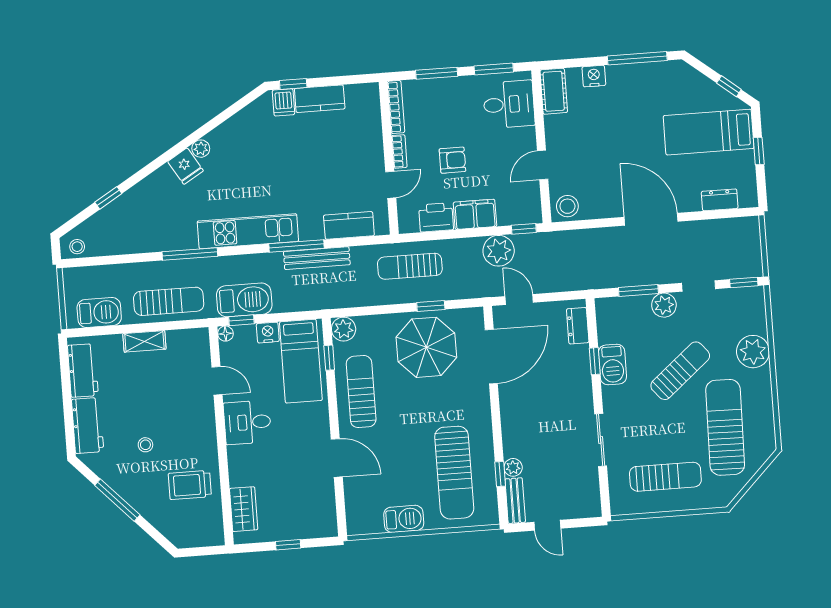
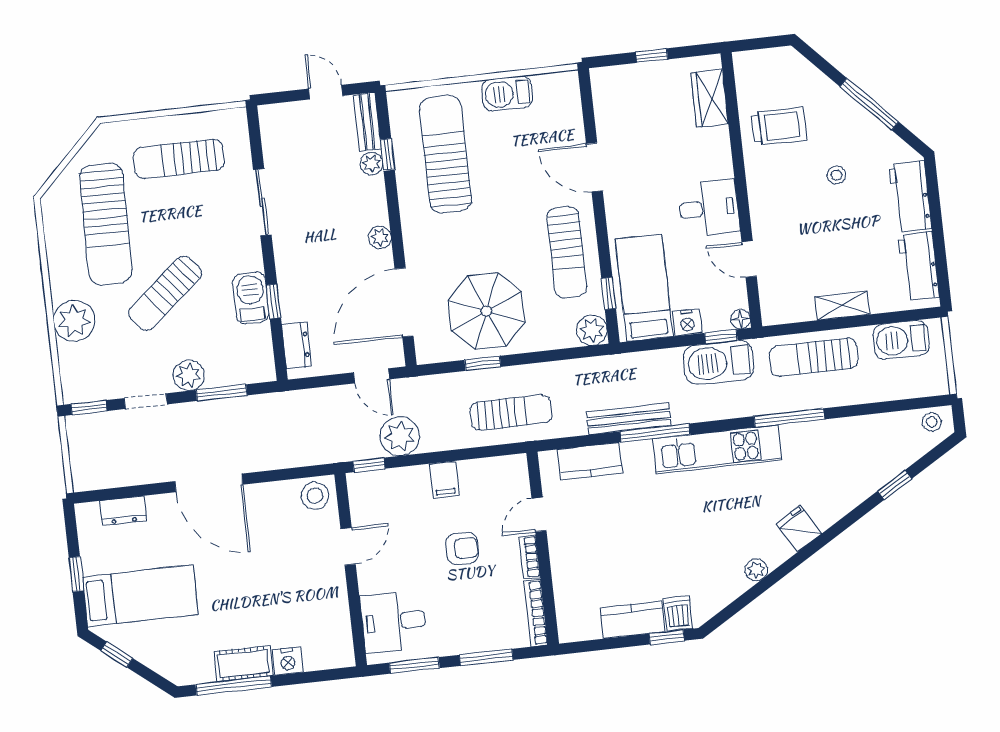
cot: (554, 91) -> (243, 664), moved, turned 90
plant: (201, 149) -> (756, 570), moved
armchair: (452, 160) -> (462, 548), turned 180
filing cabinet: (475, 214) -> (444, 480), width x0.50
printer: (436, 217) -> (480, 475), removed
plant: (509, 409) -> (380, 237), added

